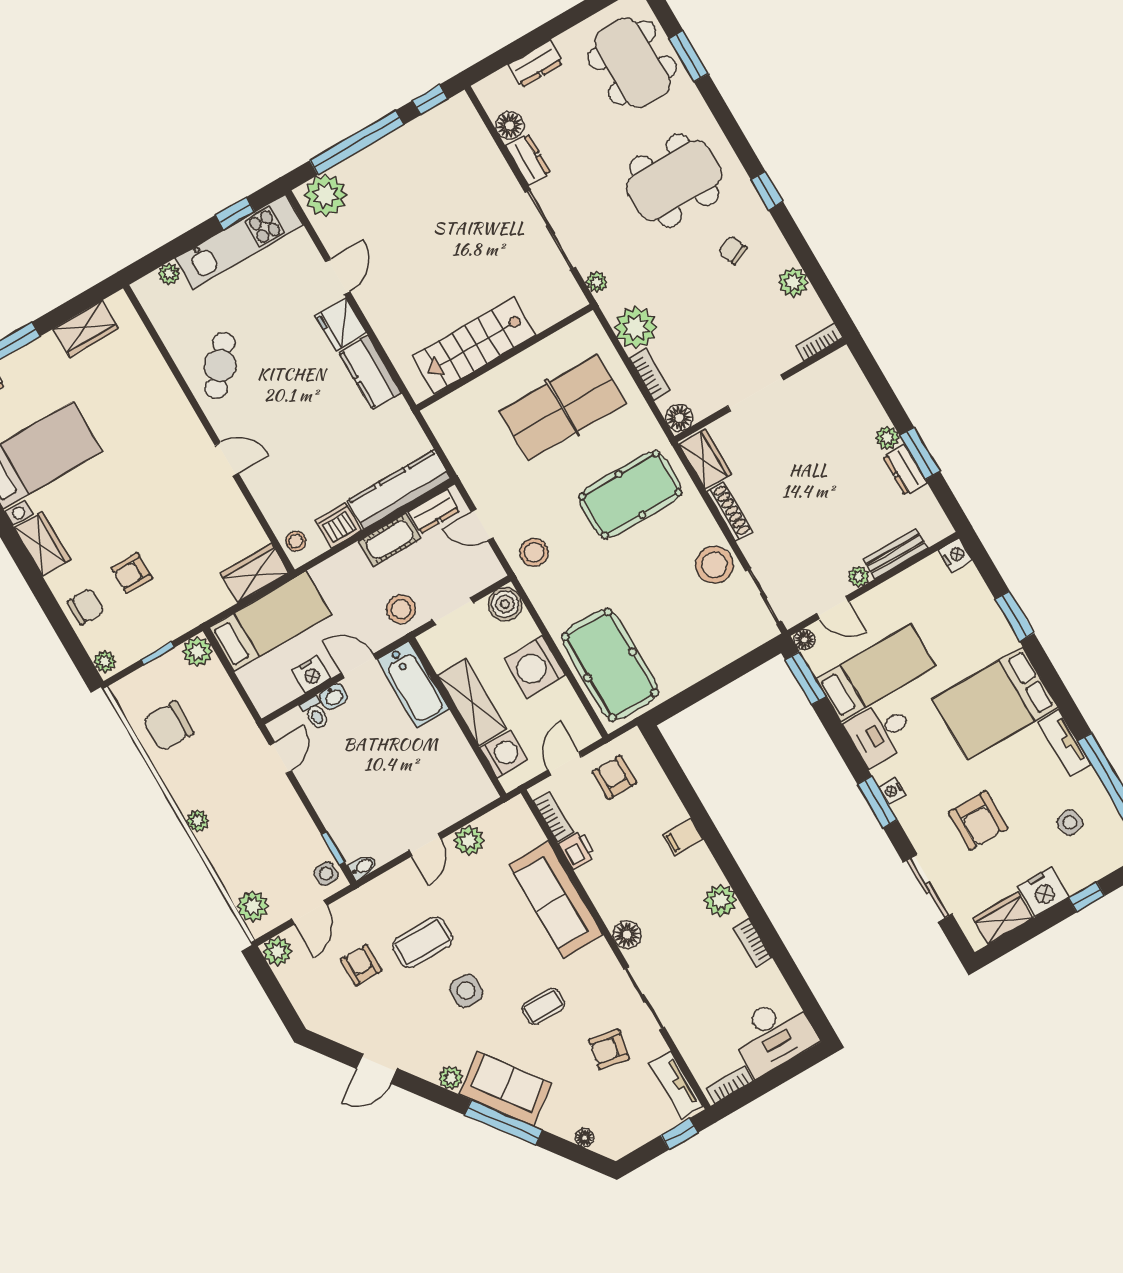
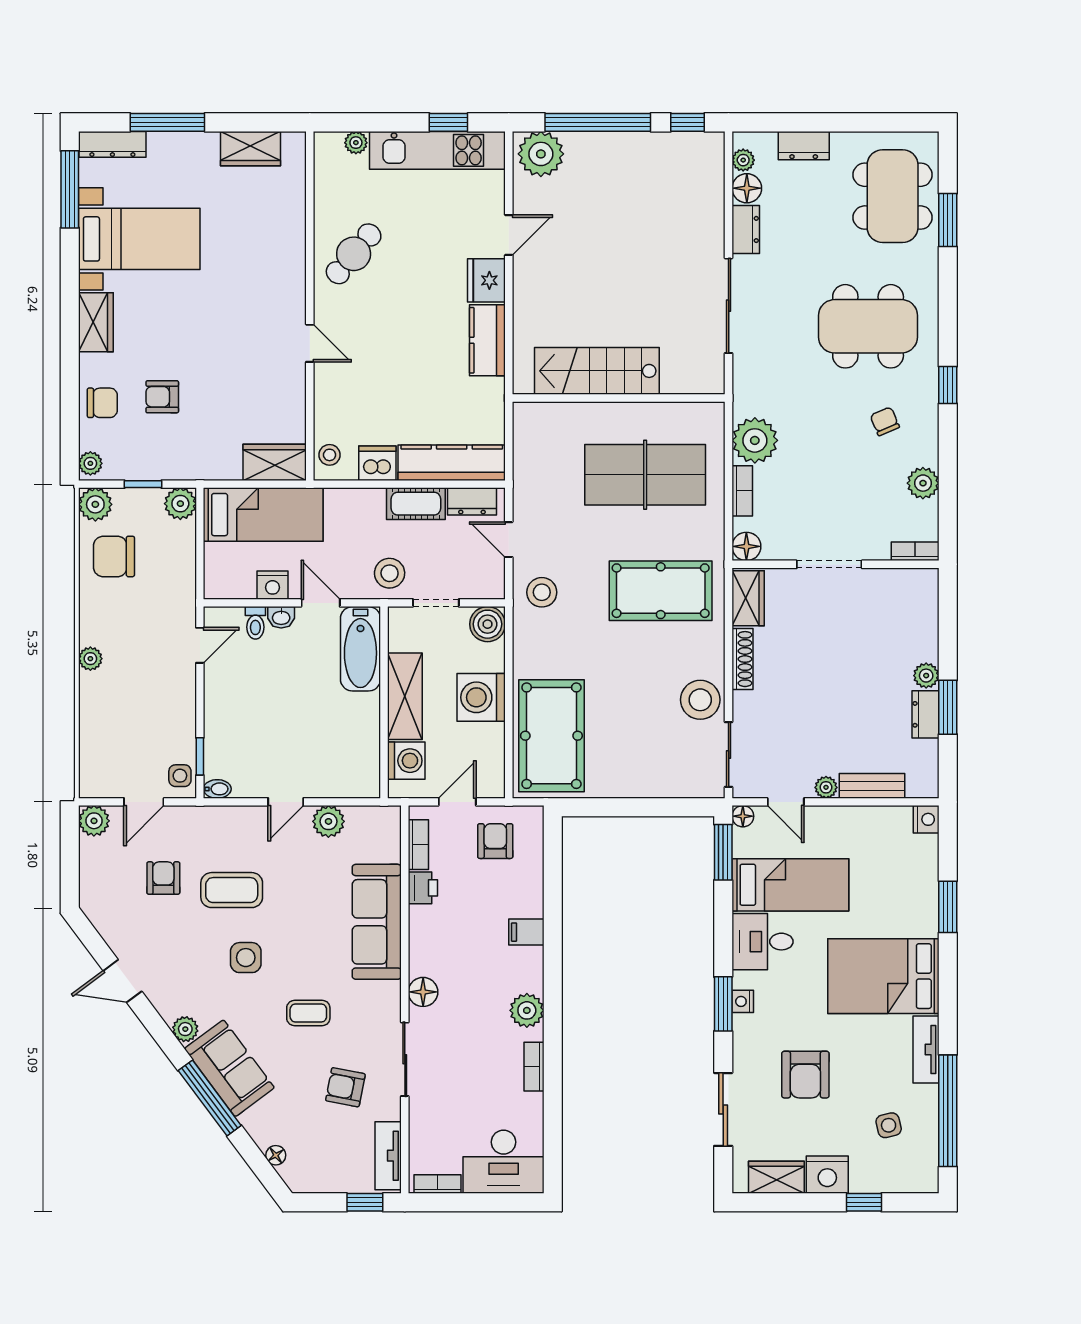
plant: (597, 282) -> (743, 160), moved
plant: (253, 906) -> (95, 504), moved

